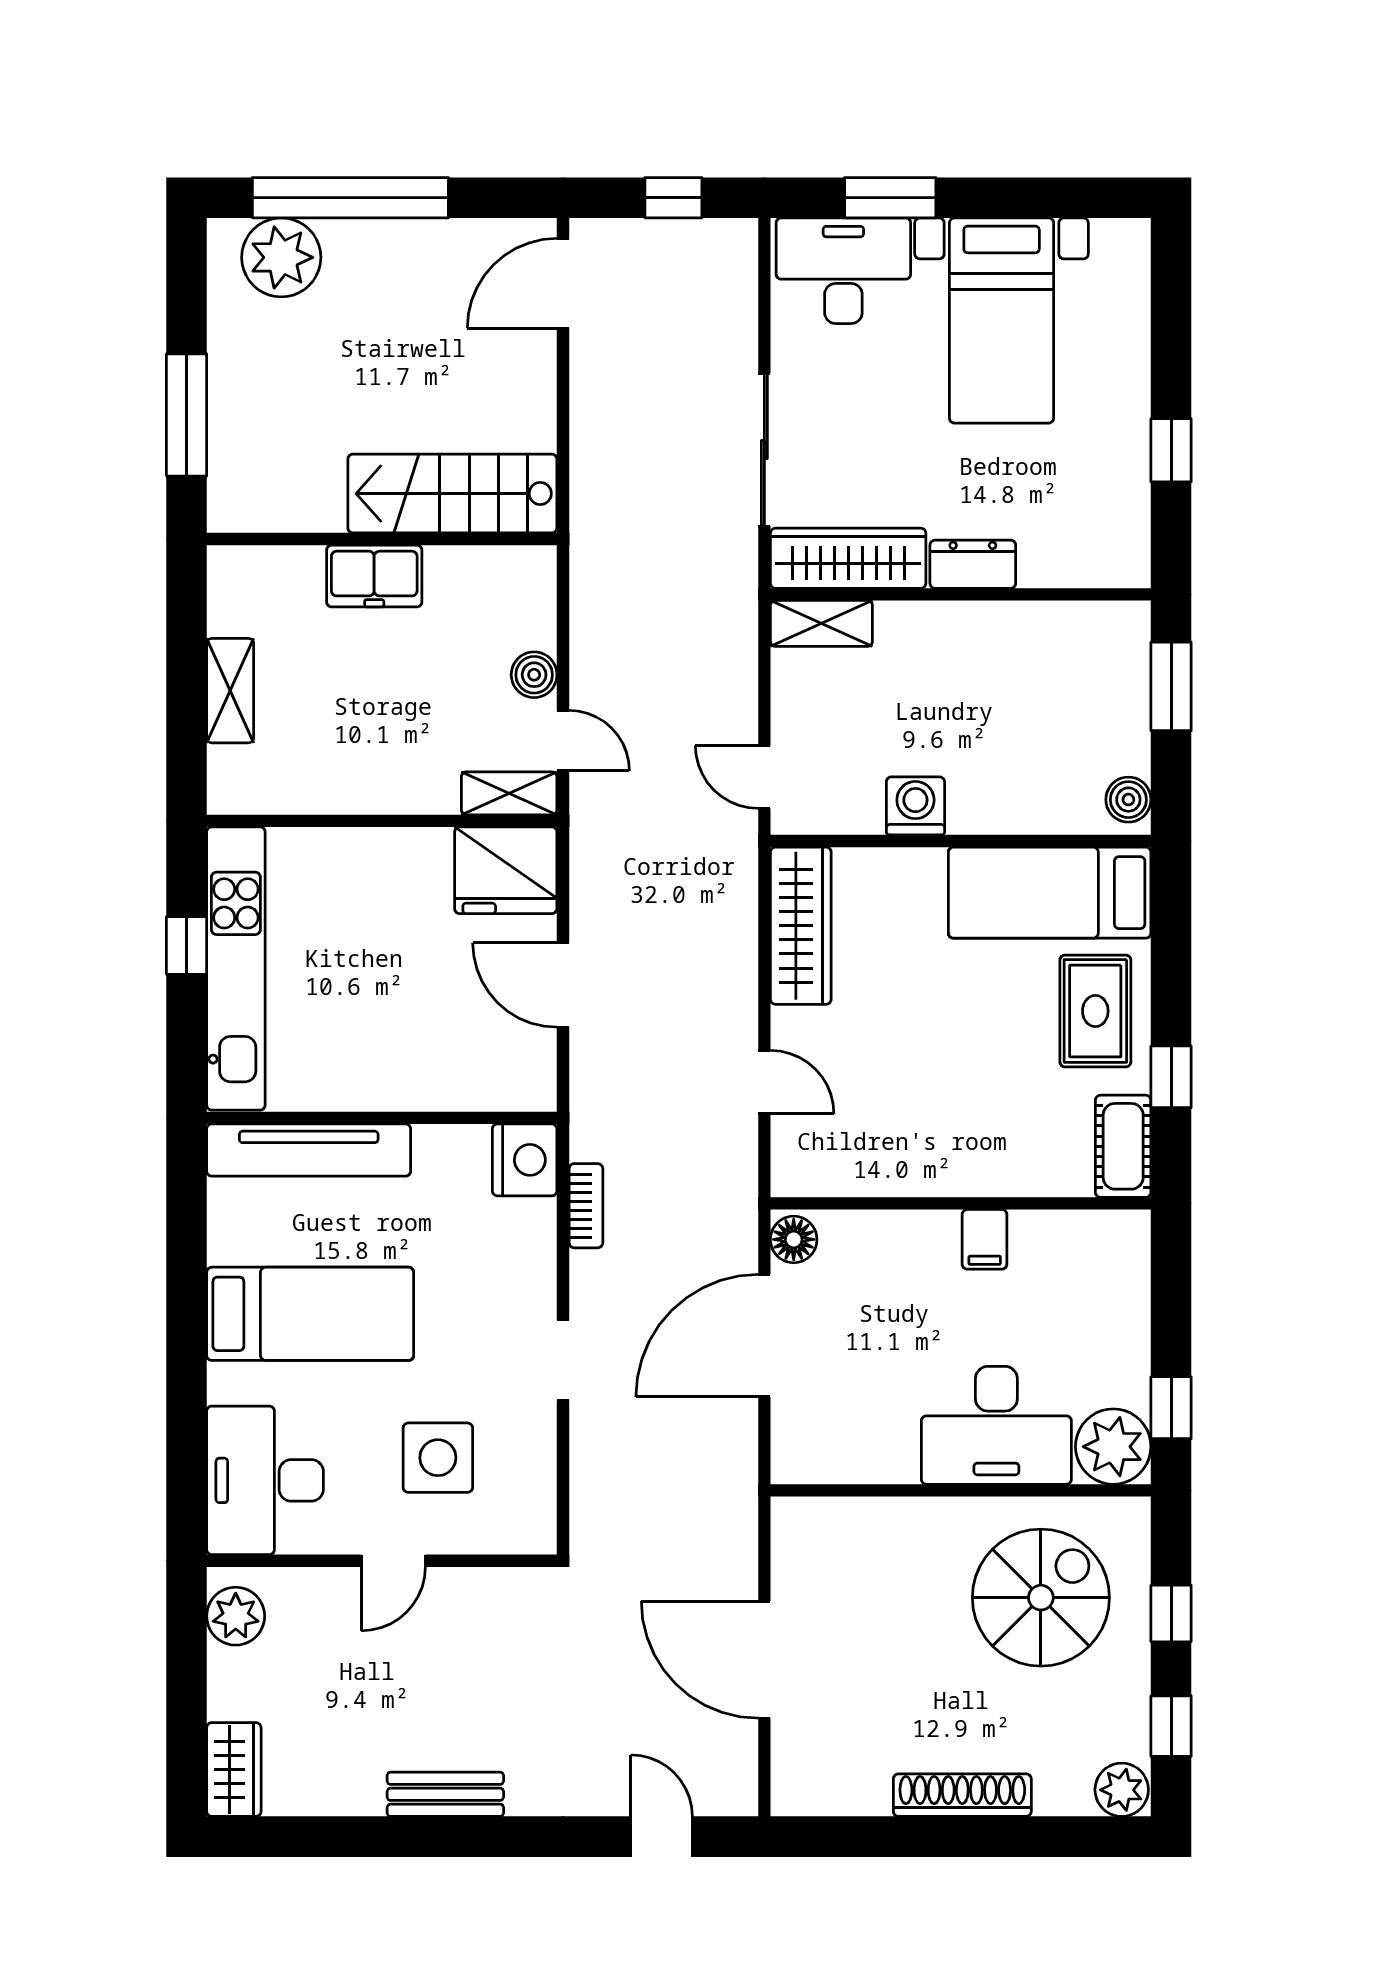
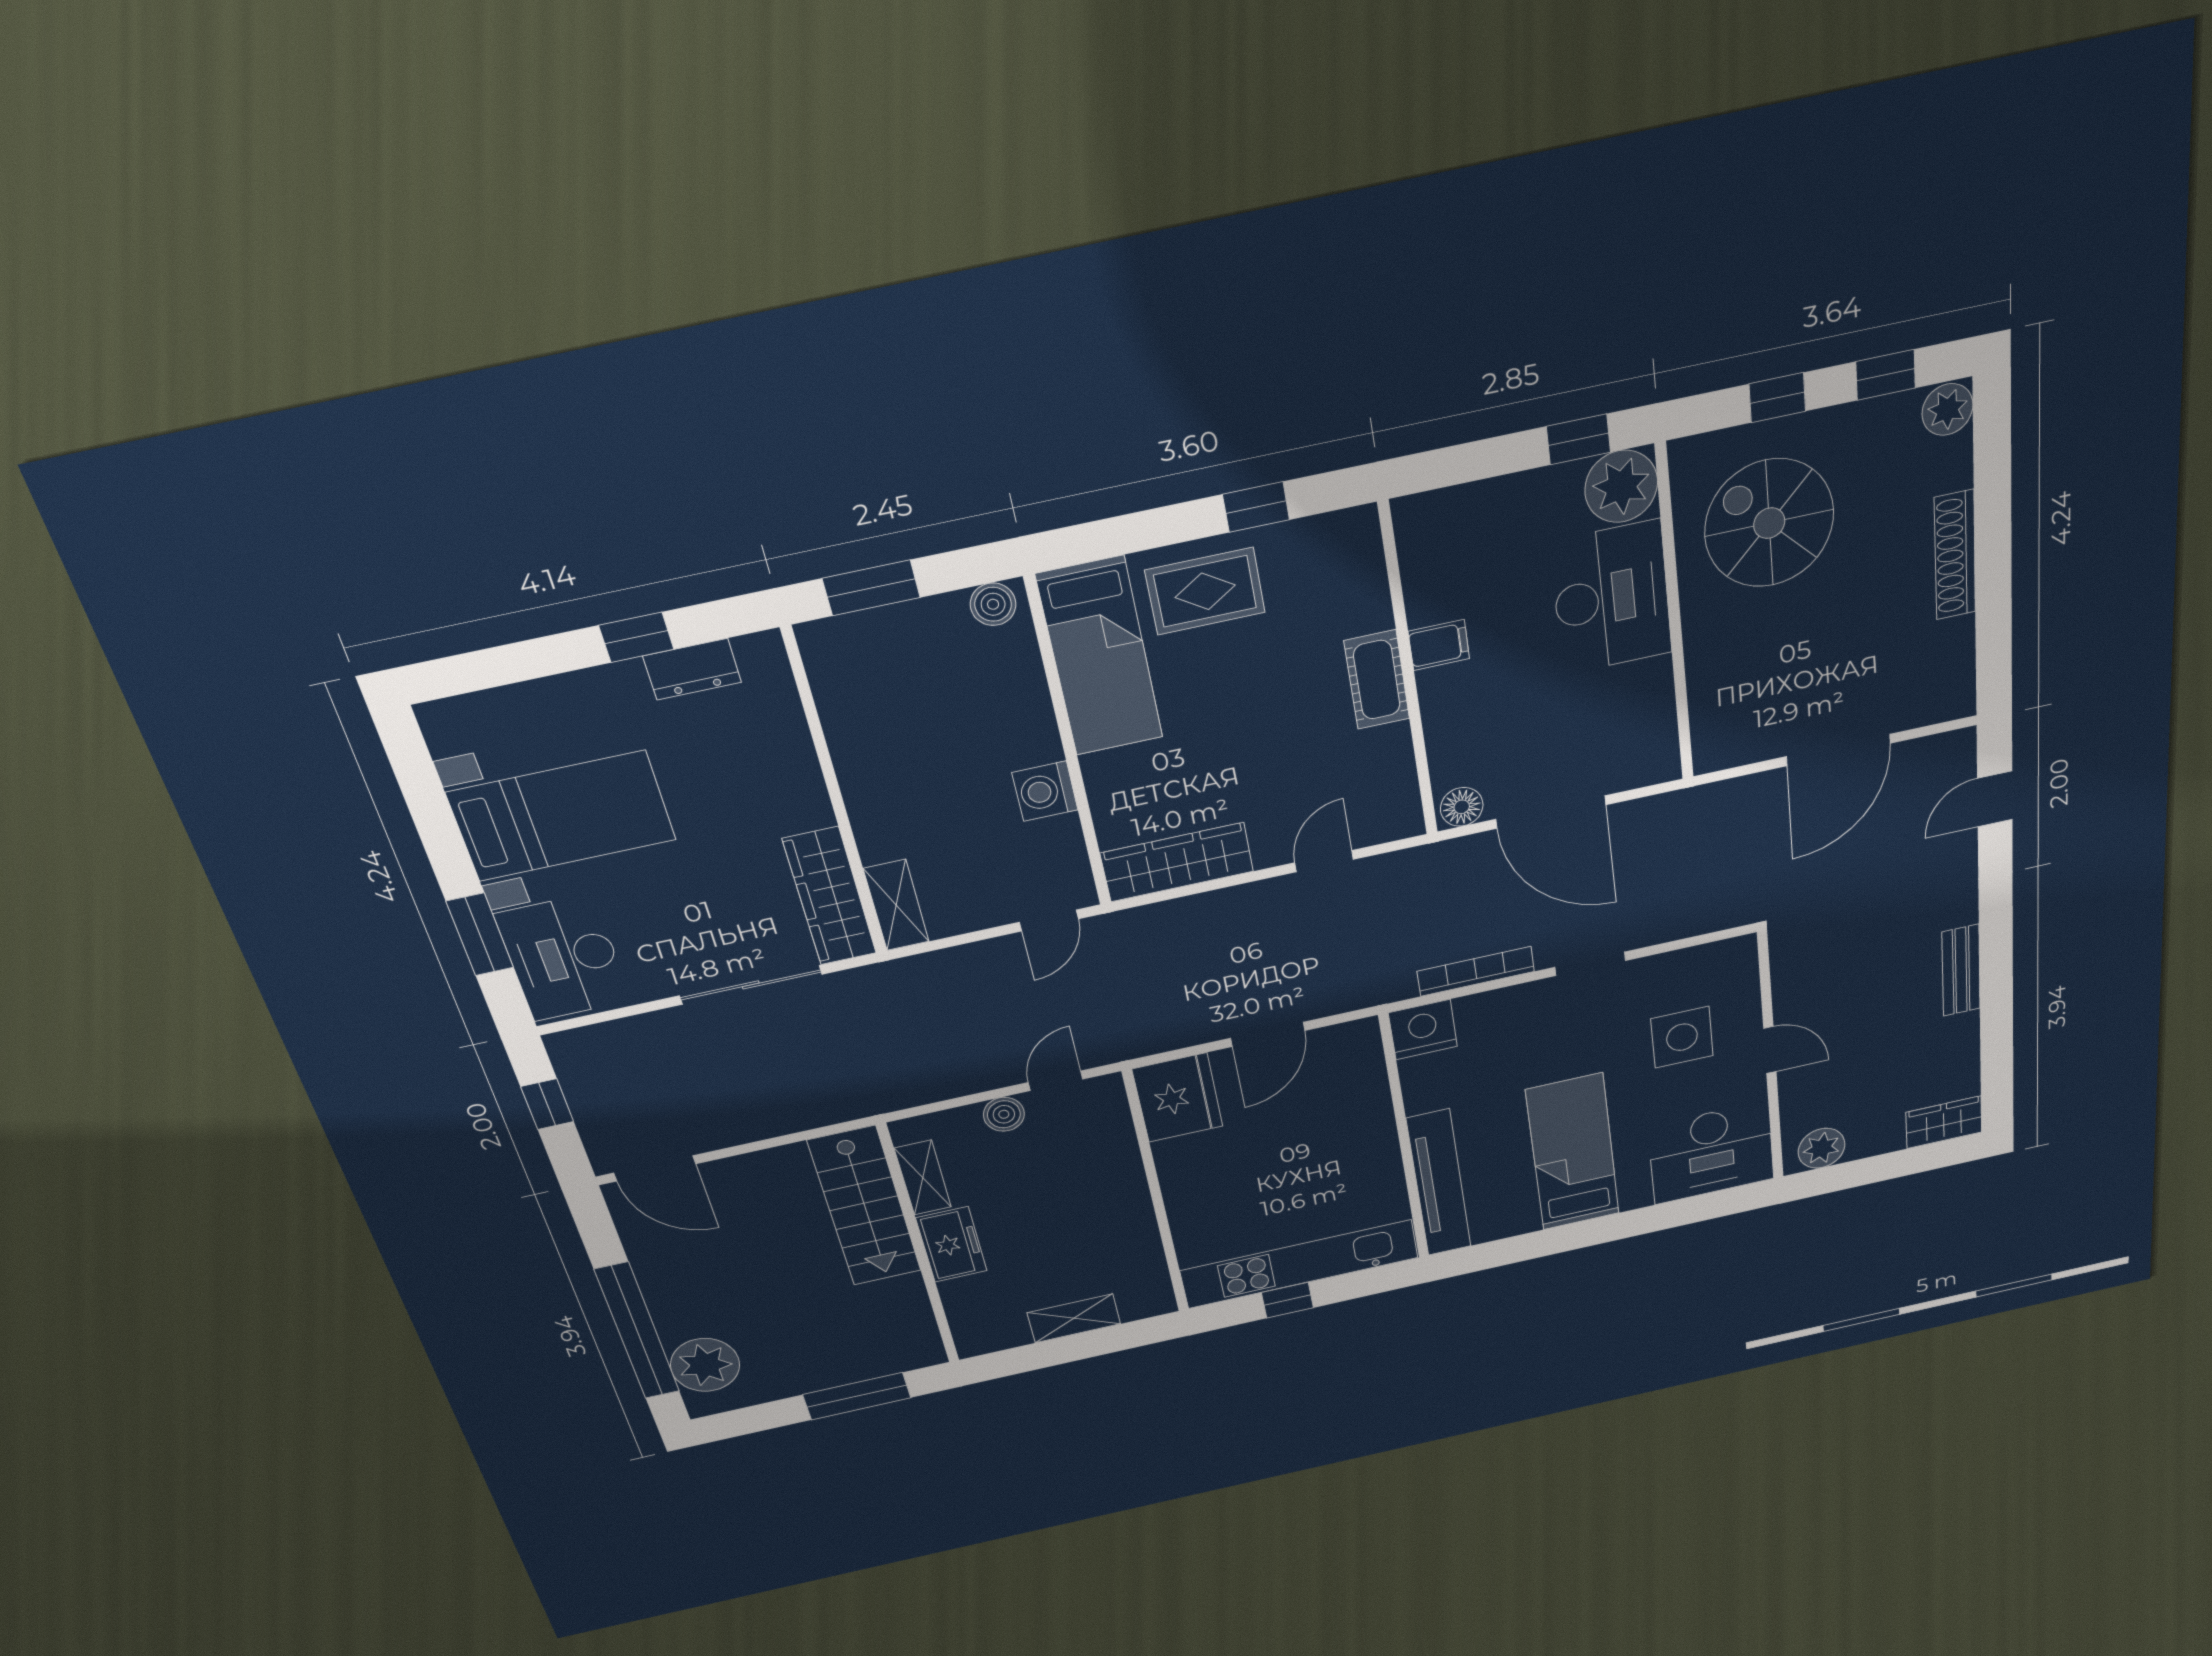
dresser: (973, 564) -> (692, 669), moved, turned -90
shelving: (509, 793) -> (923, 1178), moved
cot: (1123, 1146) -> (1377, 680), moved, turned 90
bookcase: (586, 1206) -> (1476, 971), width x1.56

